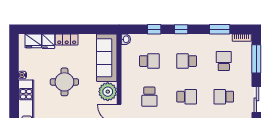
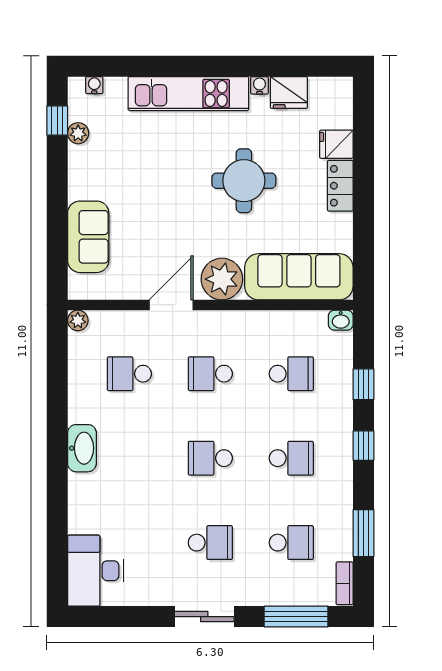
fridge: (33, 41) -> (289, 92), moved, turned -90
school desk: (149, 61) -> (291, 374), turned -90
school desk: (187, 61) -> (291, 458), turned 90
school desk: (187, 97) -> (210, 458), turned 90
school desk: (224, 97) -> (210, 543), turned 90

